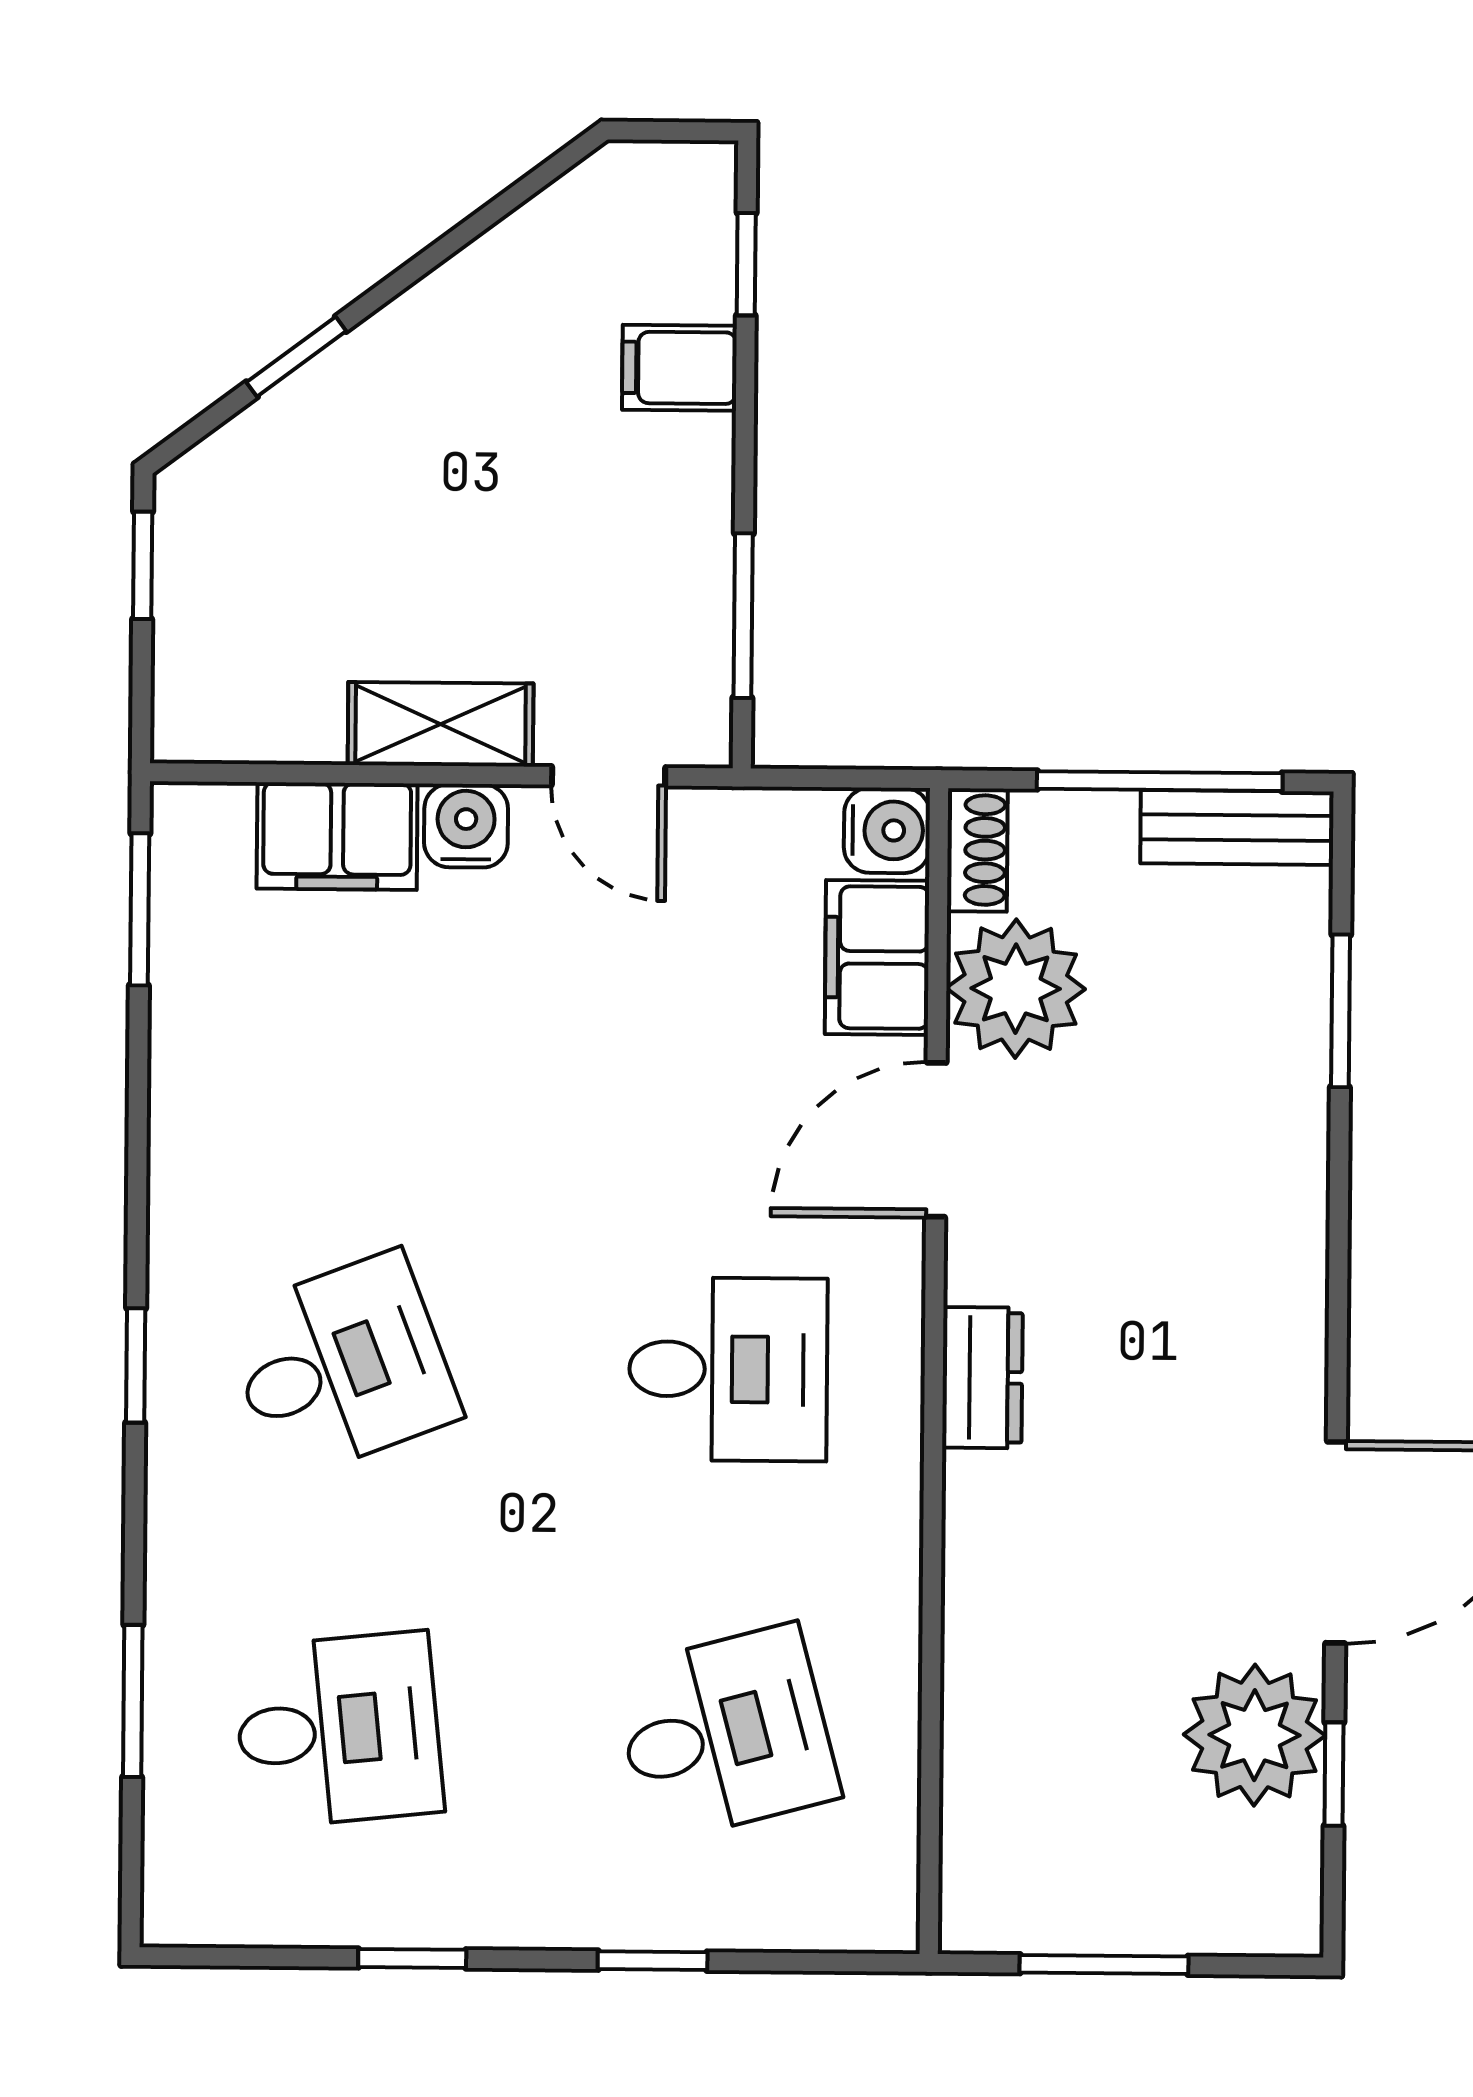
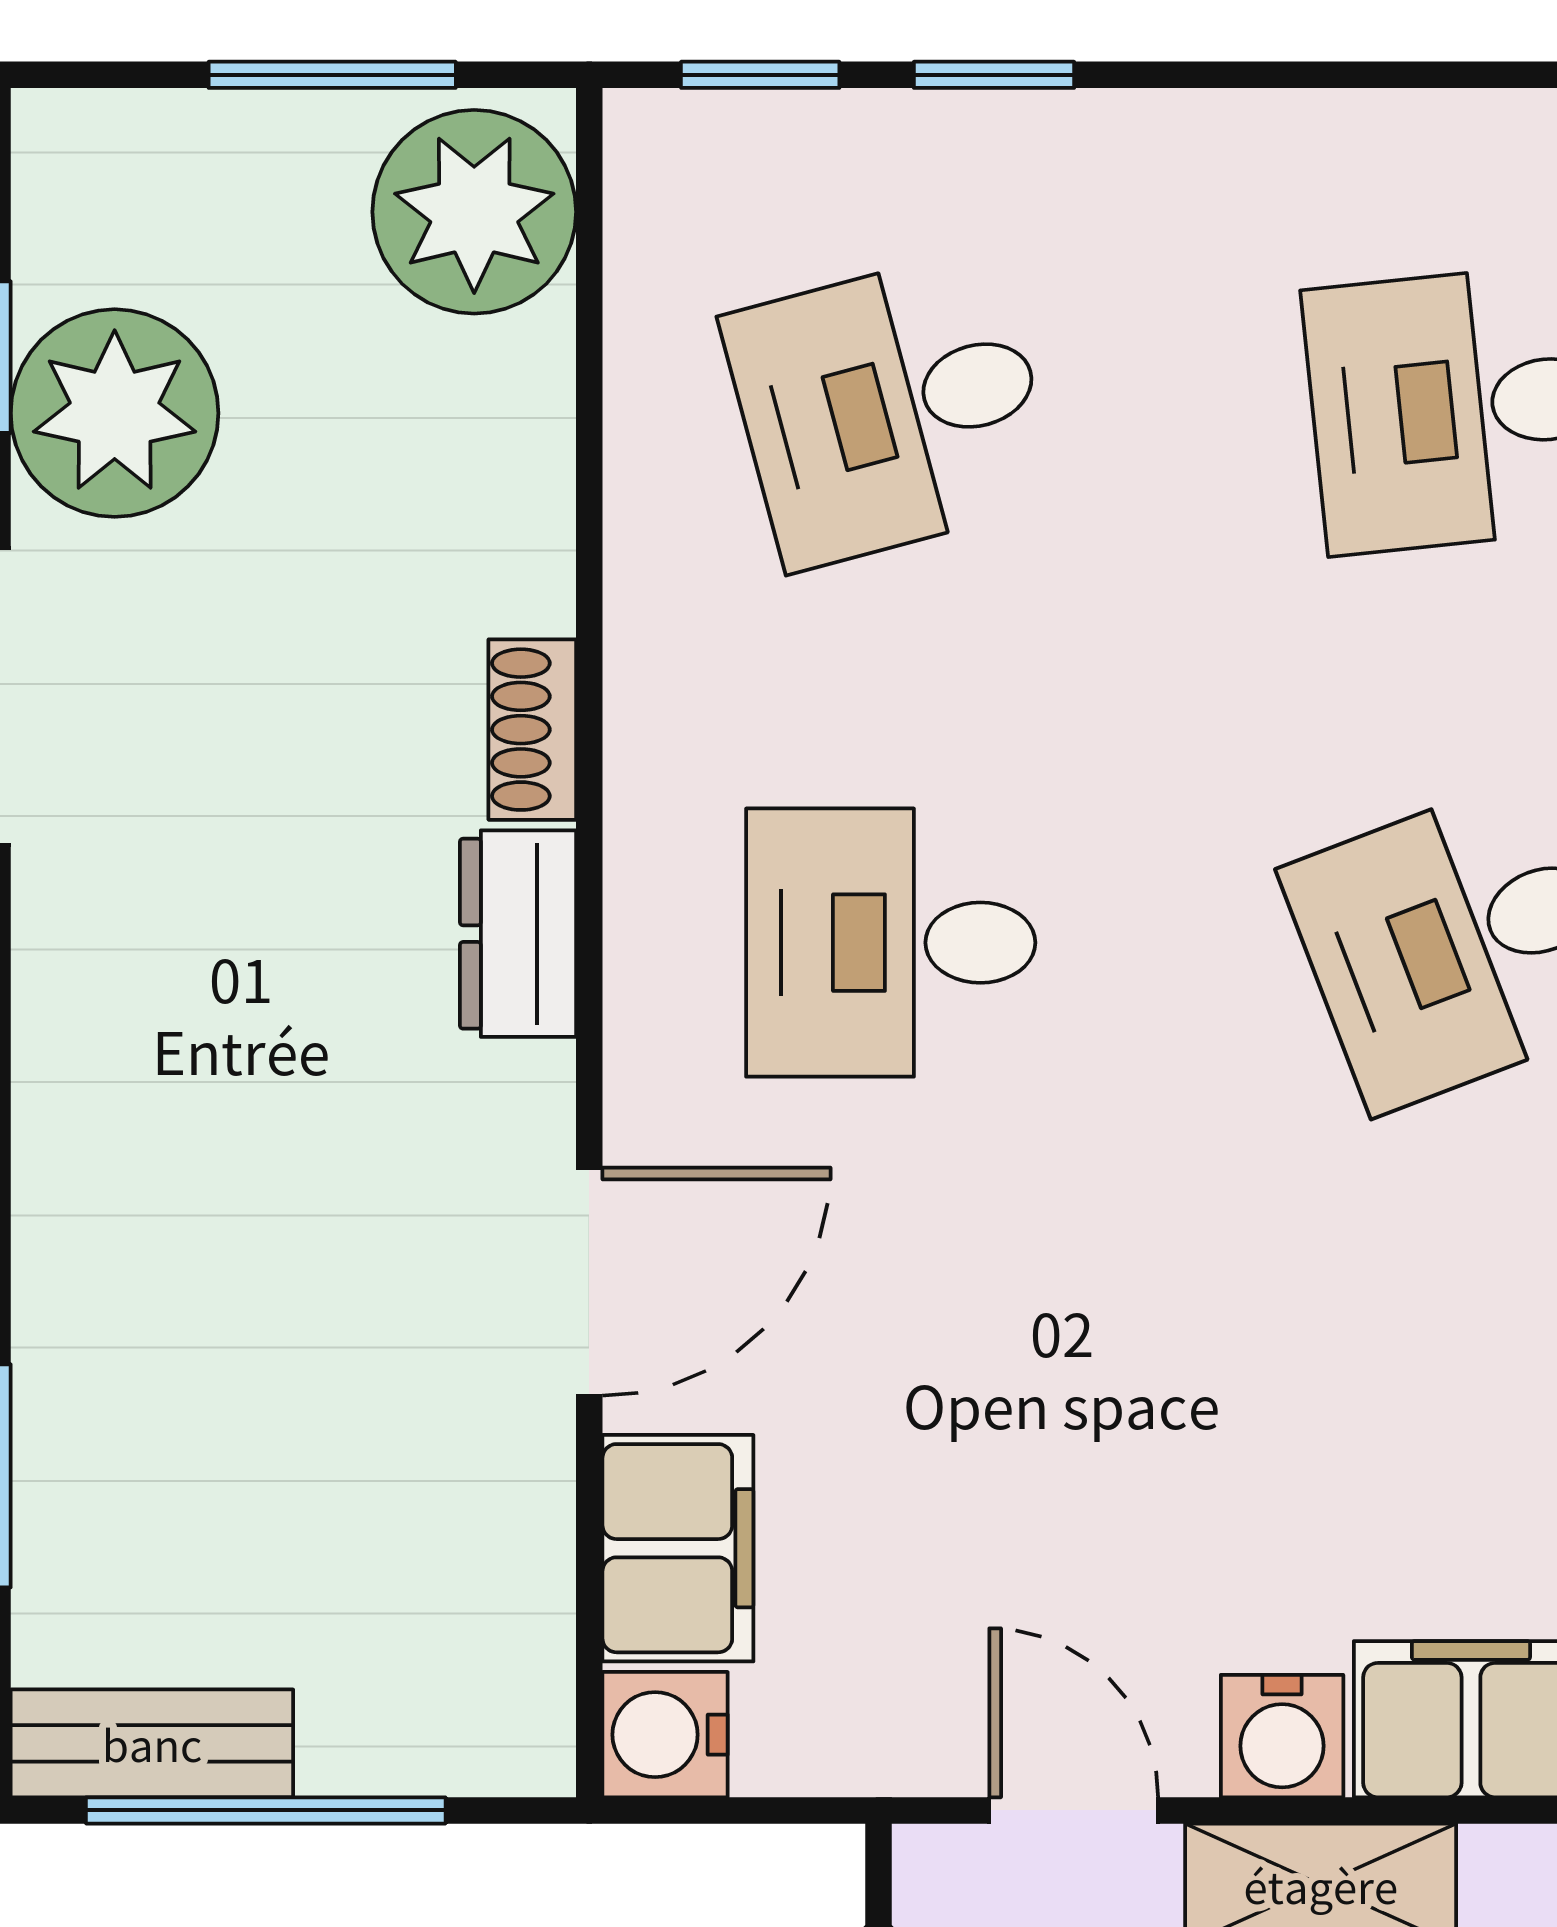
shoe rack: (977, 850) -> (532, 730), moved
plant: (1016, 989) -> (474, 212), moved
window: (412, 1958) -> (760, 75), moved

